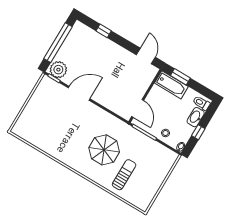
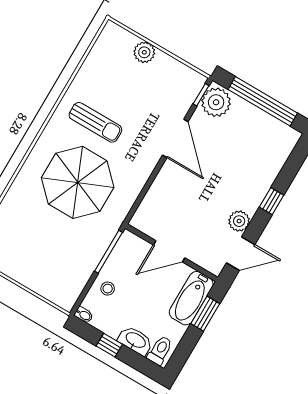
window: (104, 31) -> (272, 201), moved
plant: (127, 57) -> (239, 221), added
door: (138, 108) -> (169, 251), moved
plant: (29, 111) -> (144, 52), added
parasol: (104, 150) -> (78, 182), width x1.36, depth x1.36
sun lounger: (124, 175) -> (95, 122), moved

